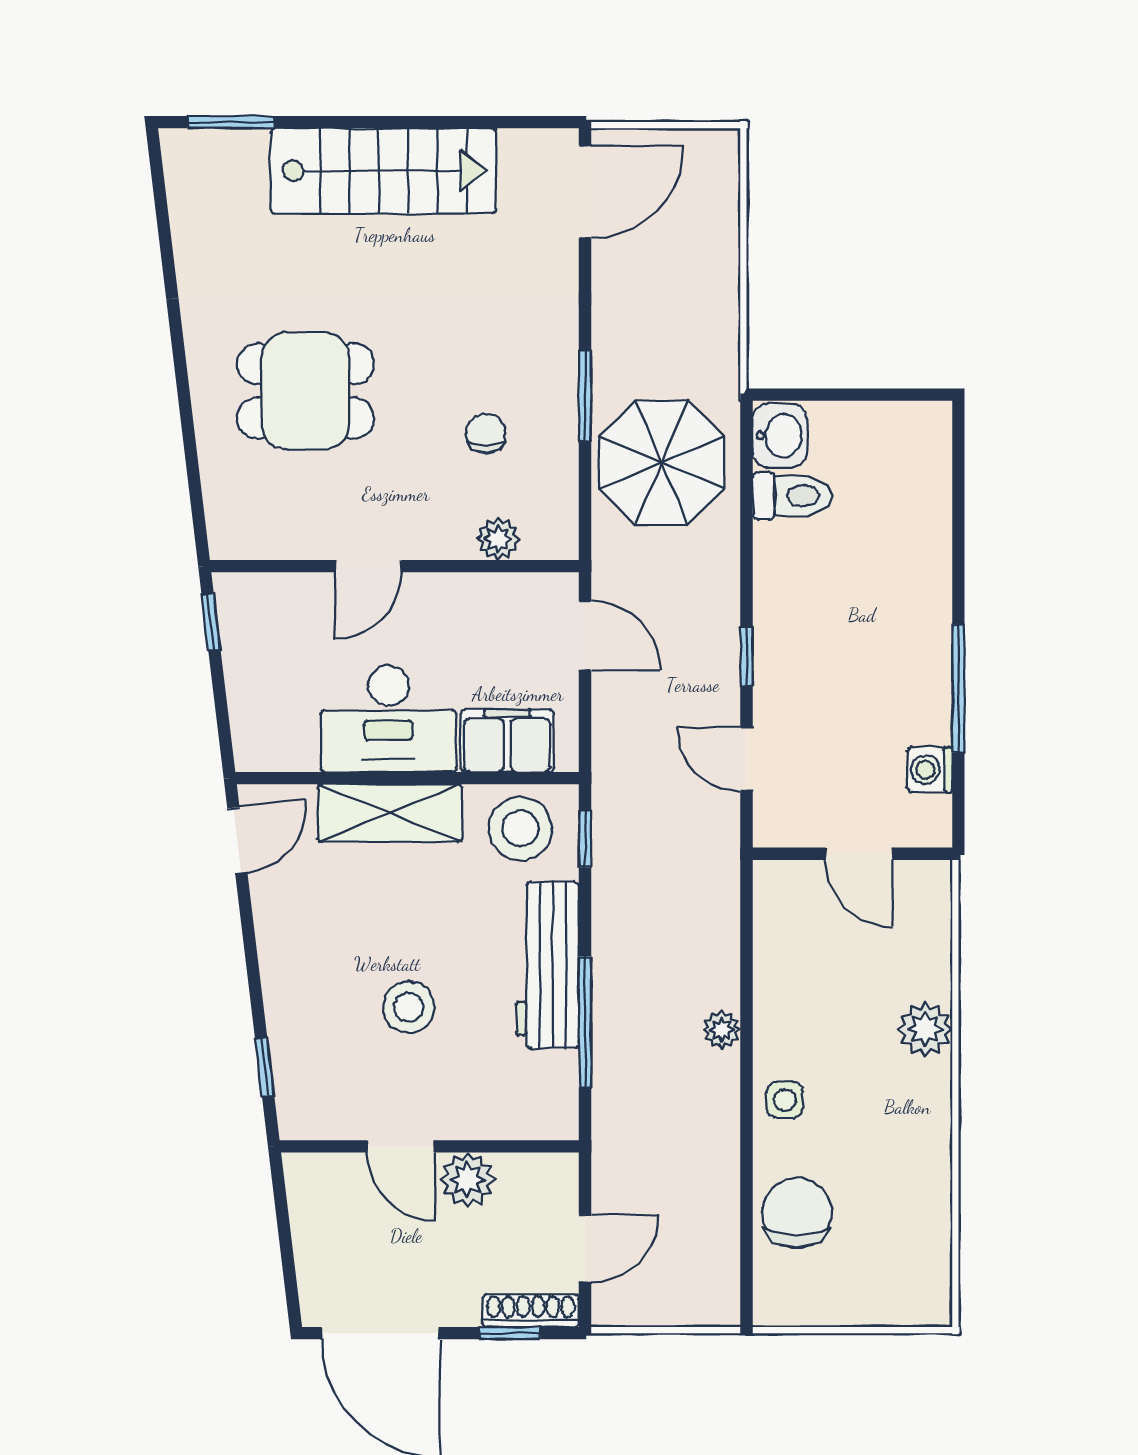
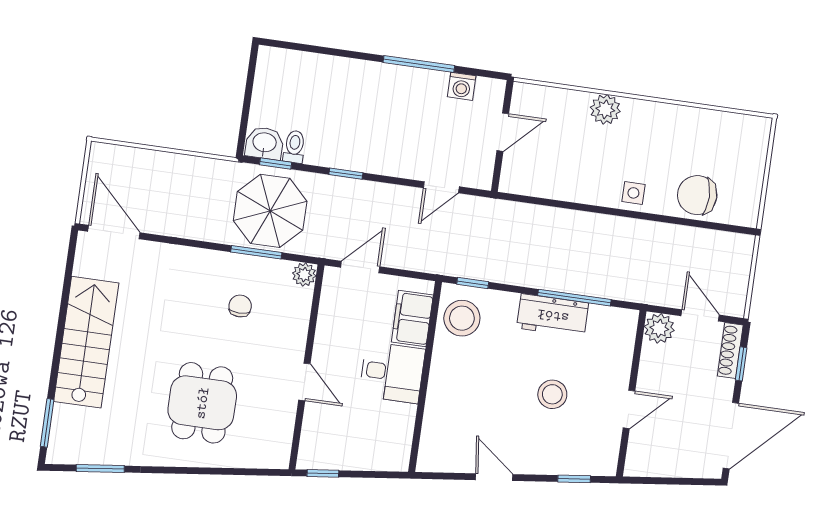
window: (164, 227) -> (100, 469), added
window: (585, 396) -> (256, 252), moved
chair: (486, 434) -> (240, 306), turned 90
window: (746, 460) -> (276, 164), added
toilet: (792, 496) -> (294, 147), width x0.73, depth x0.72
plant: (498, 539) -> (304, 275), moved
window: (746, 656) -> (346, 174), moved
desk: (388, 719) -> (392, 372), width x0.73
shelving: (390, 813) -> (443, 389), removed
door: (237, 841) -> (494, 477), moved
workbench: (548, 965) -> (553, 316), width x0.73
plant: (722, 1030) -> (589, 222), removed
plant: (467, 1180) -> (659, 328), moved

